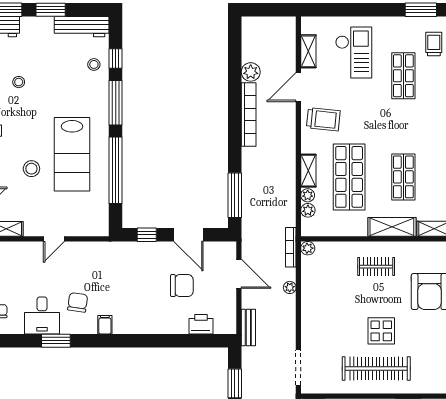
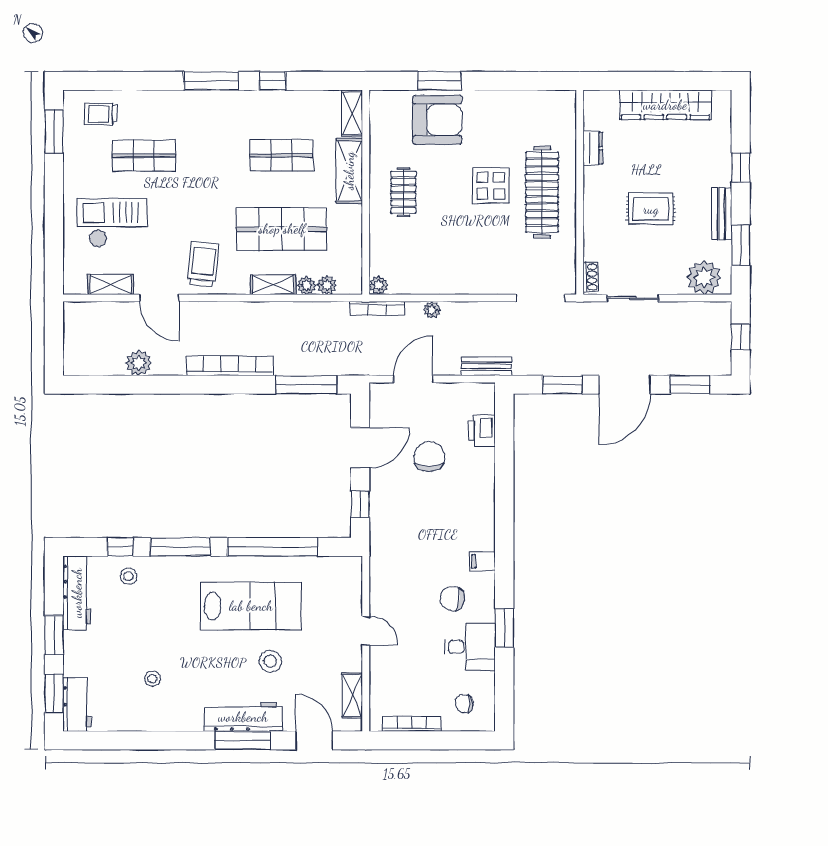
bookcase: (249, 114) -> (230, 366), moved

